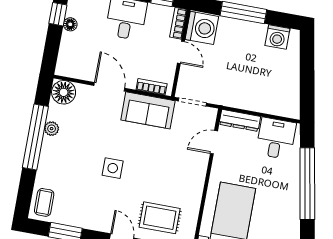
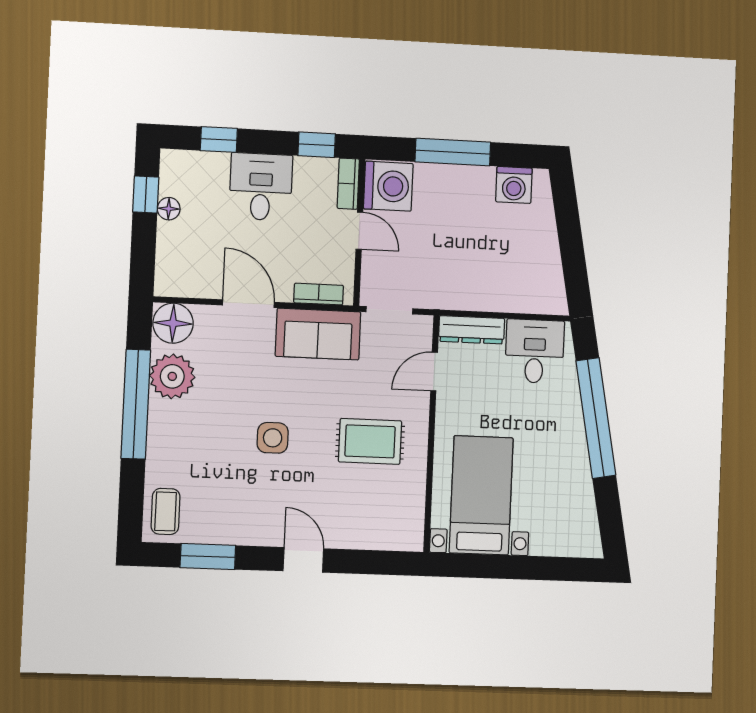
plant: (52, 129) -> (172, 376), width x1.87, depth x1.87
rug: (160, 218) -> (370, 441), moved

